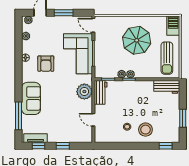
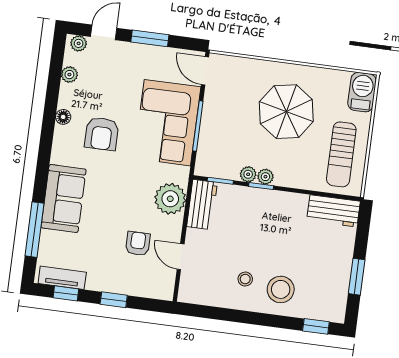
armchair: (71, 116) -> (138, 244), added

